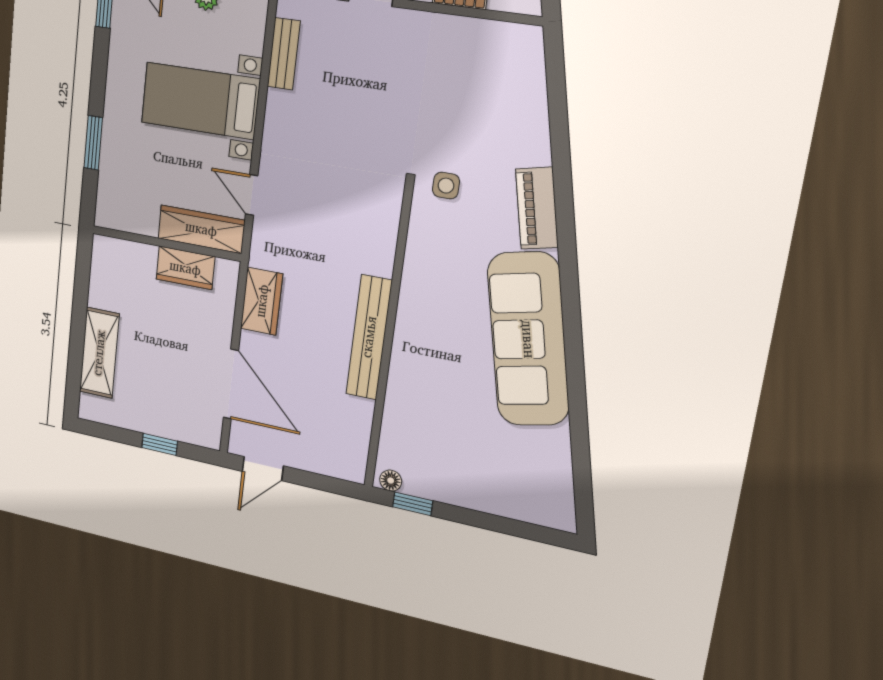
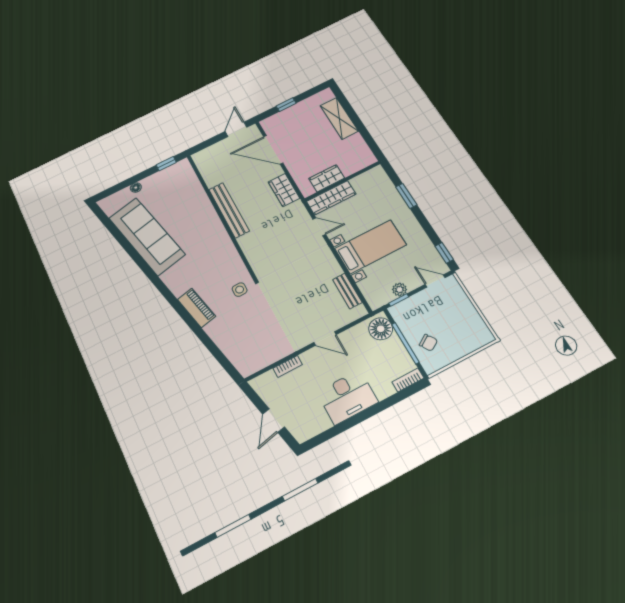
sofa: (528, 339) -> (147, 236), moved
floor lamp: (391, 481) -> (136, 188), moved

